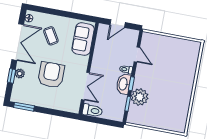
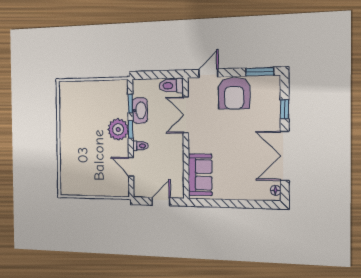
coffee table: (51, 36) -> (242, 172), removed
plant: (20, 74) -> (274, 115), removed
armchair: (51, 75) -> (234, 93), moved
washbasin: (123, 84) -> (140, 110), moved
plant: (140, 97) -> (118, 129), moved
door: (62, 114) -> (208, 73), added

